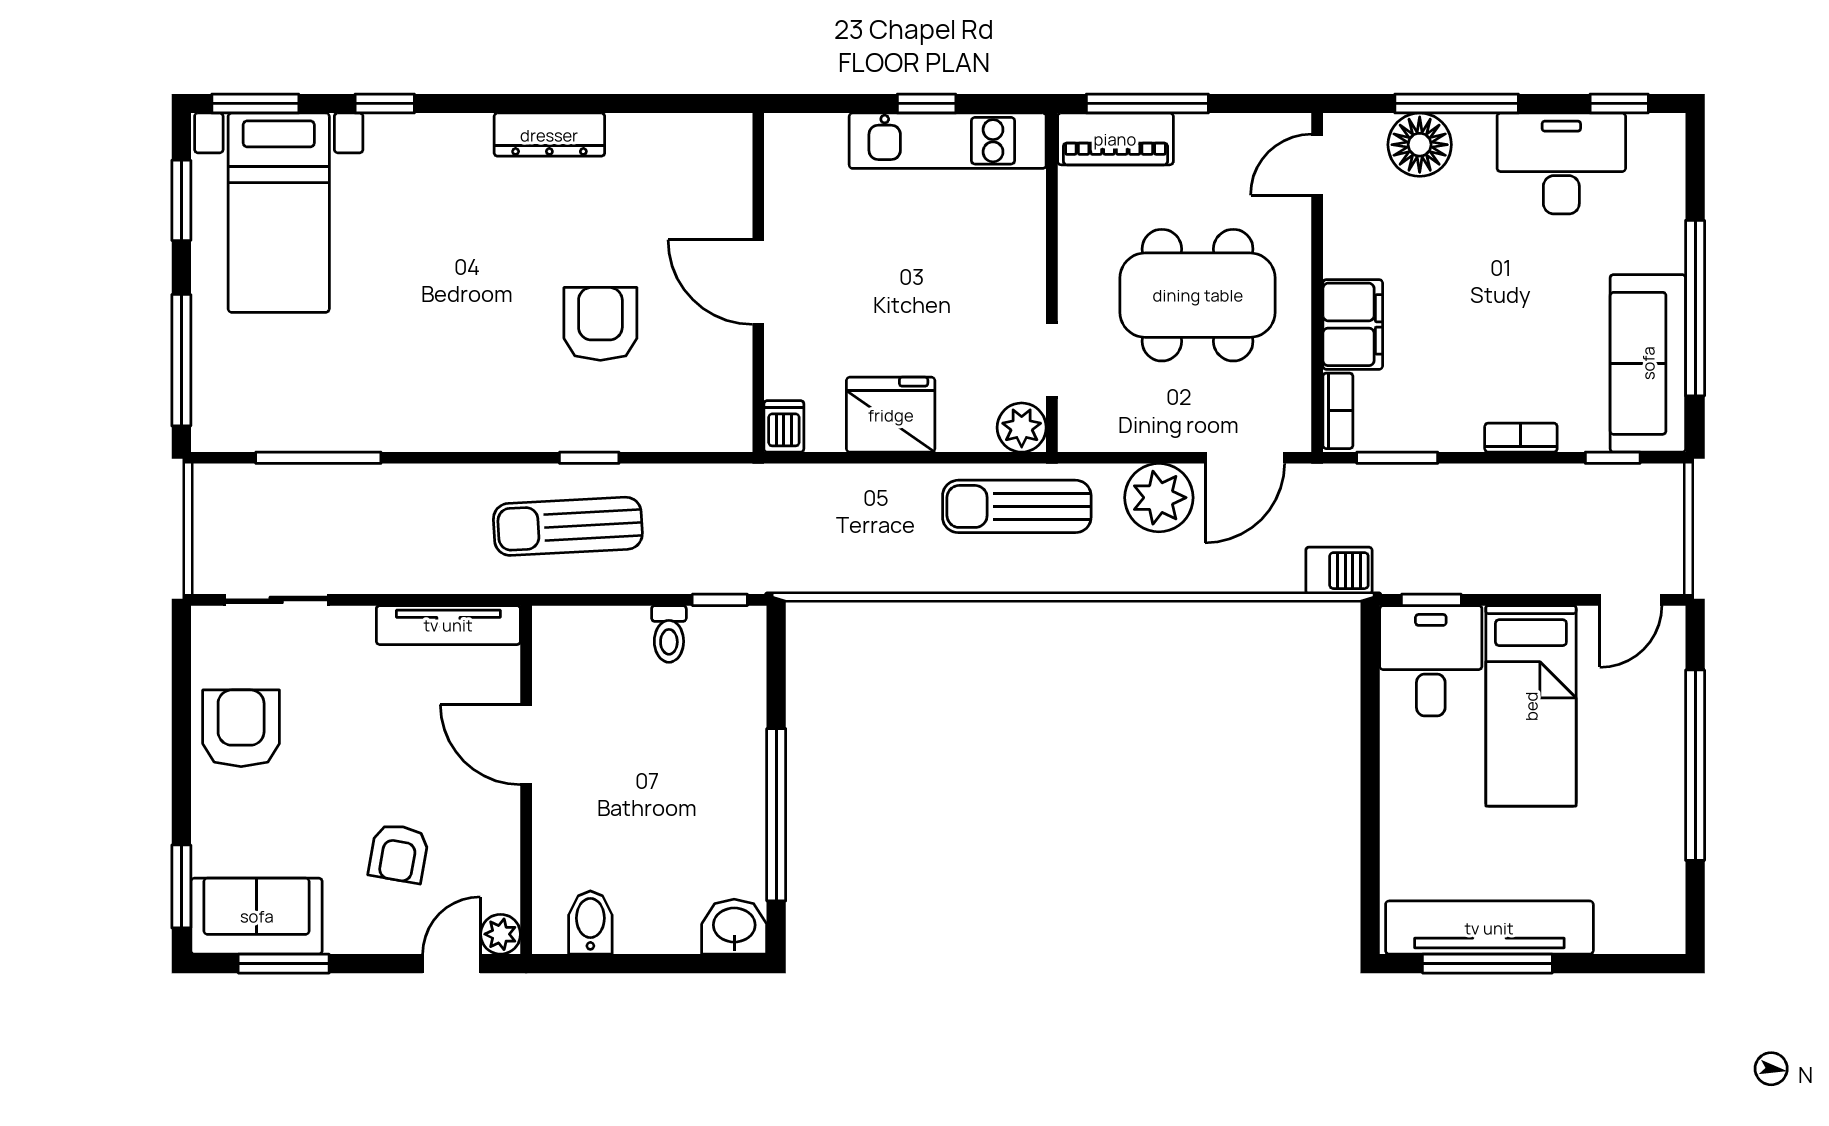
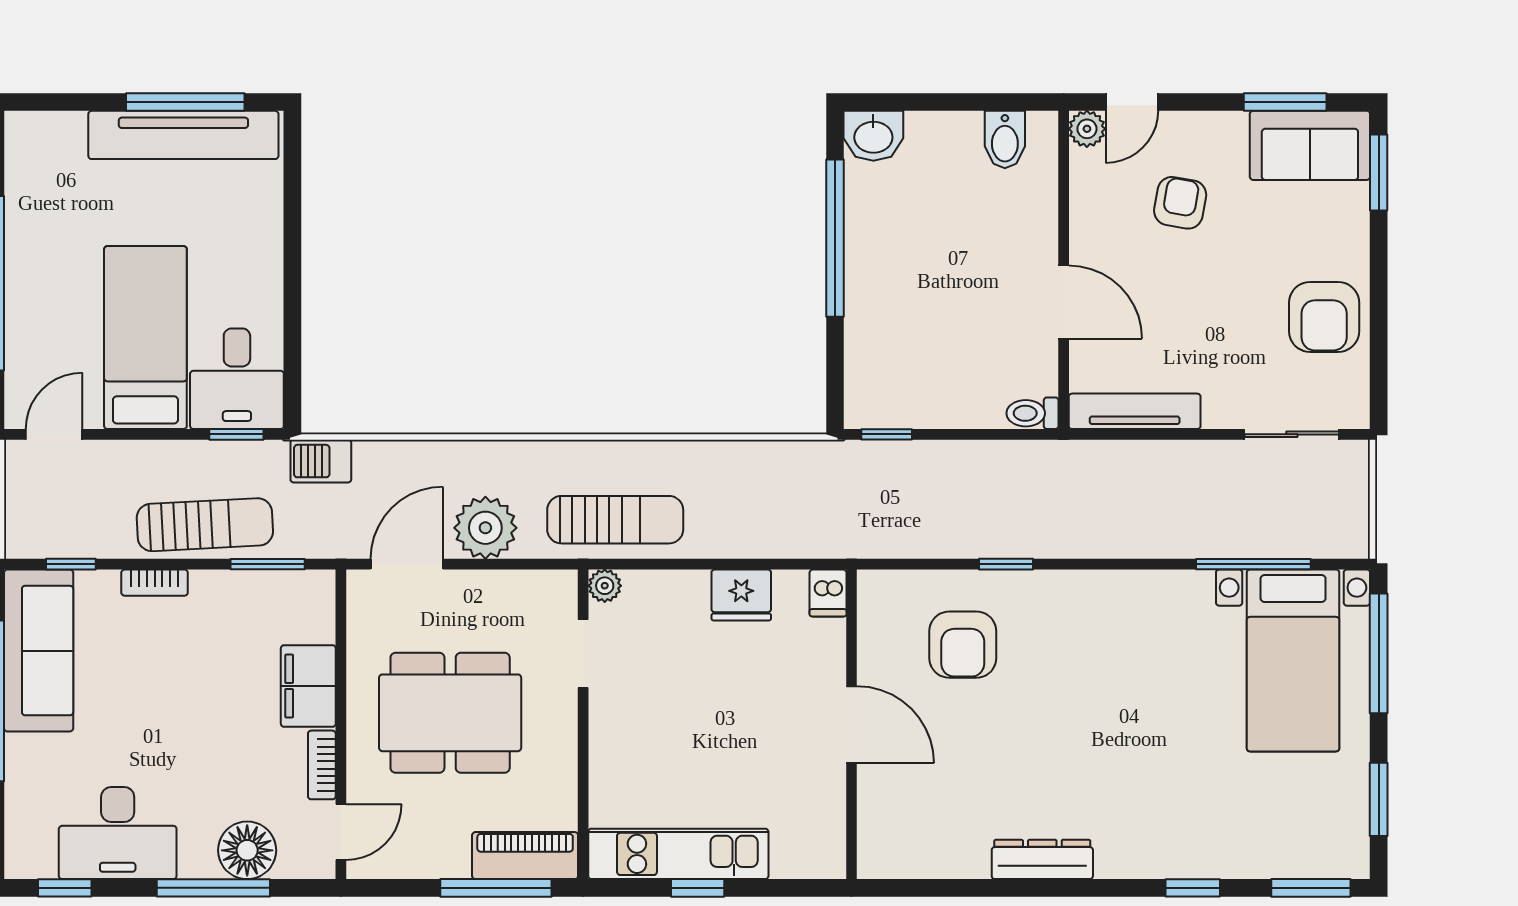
bed with nightstands: (279, 213) -> (1293, 660), moved, turned 180
armchair: (600, 324) -> (963, 645), moved
bookcase: (1338, 411) -> (322, 765), moved
fridge: (891, 415) -> (741, 595), width x0.73, depth x0.75
plant: (1022, 428) -> (605, 586), width x0.73, depth x0.73
sun lounger: (568, 526) -> (205, 525), moved
toilet: (669, 634) -> (1032, 413), moved, turned -90

